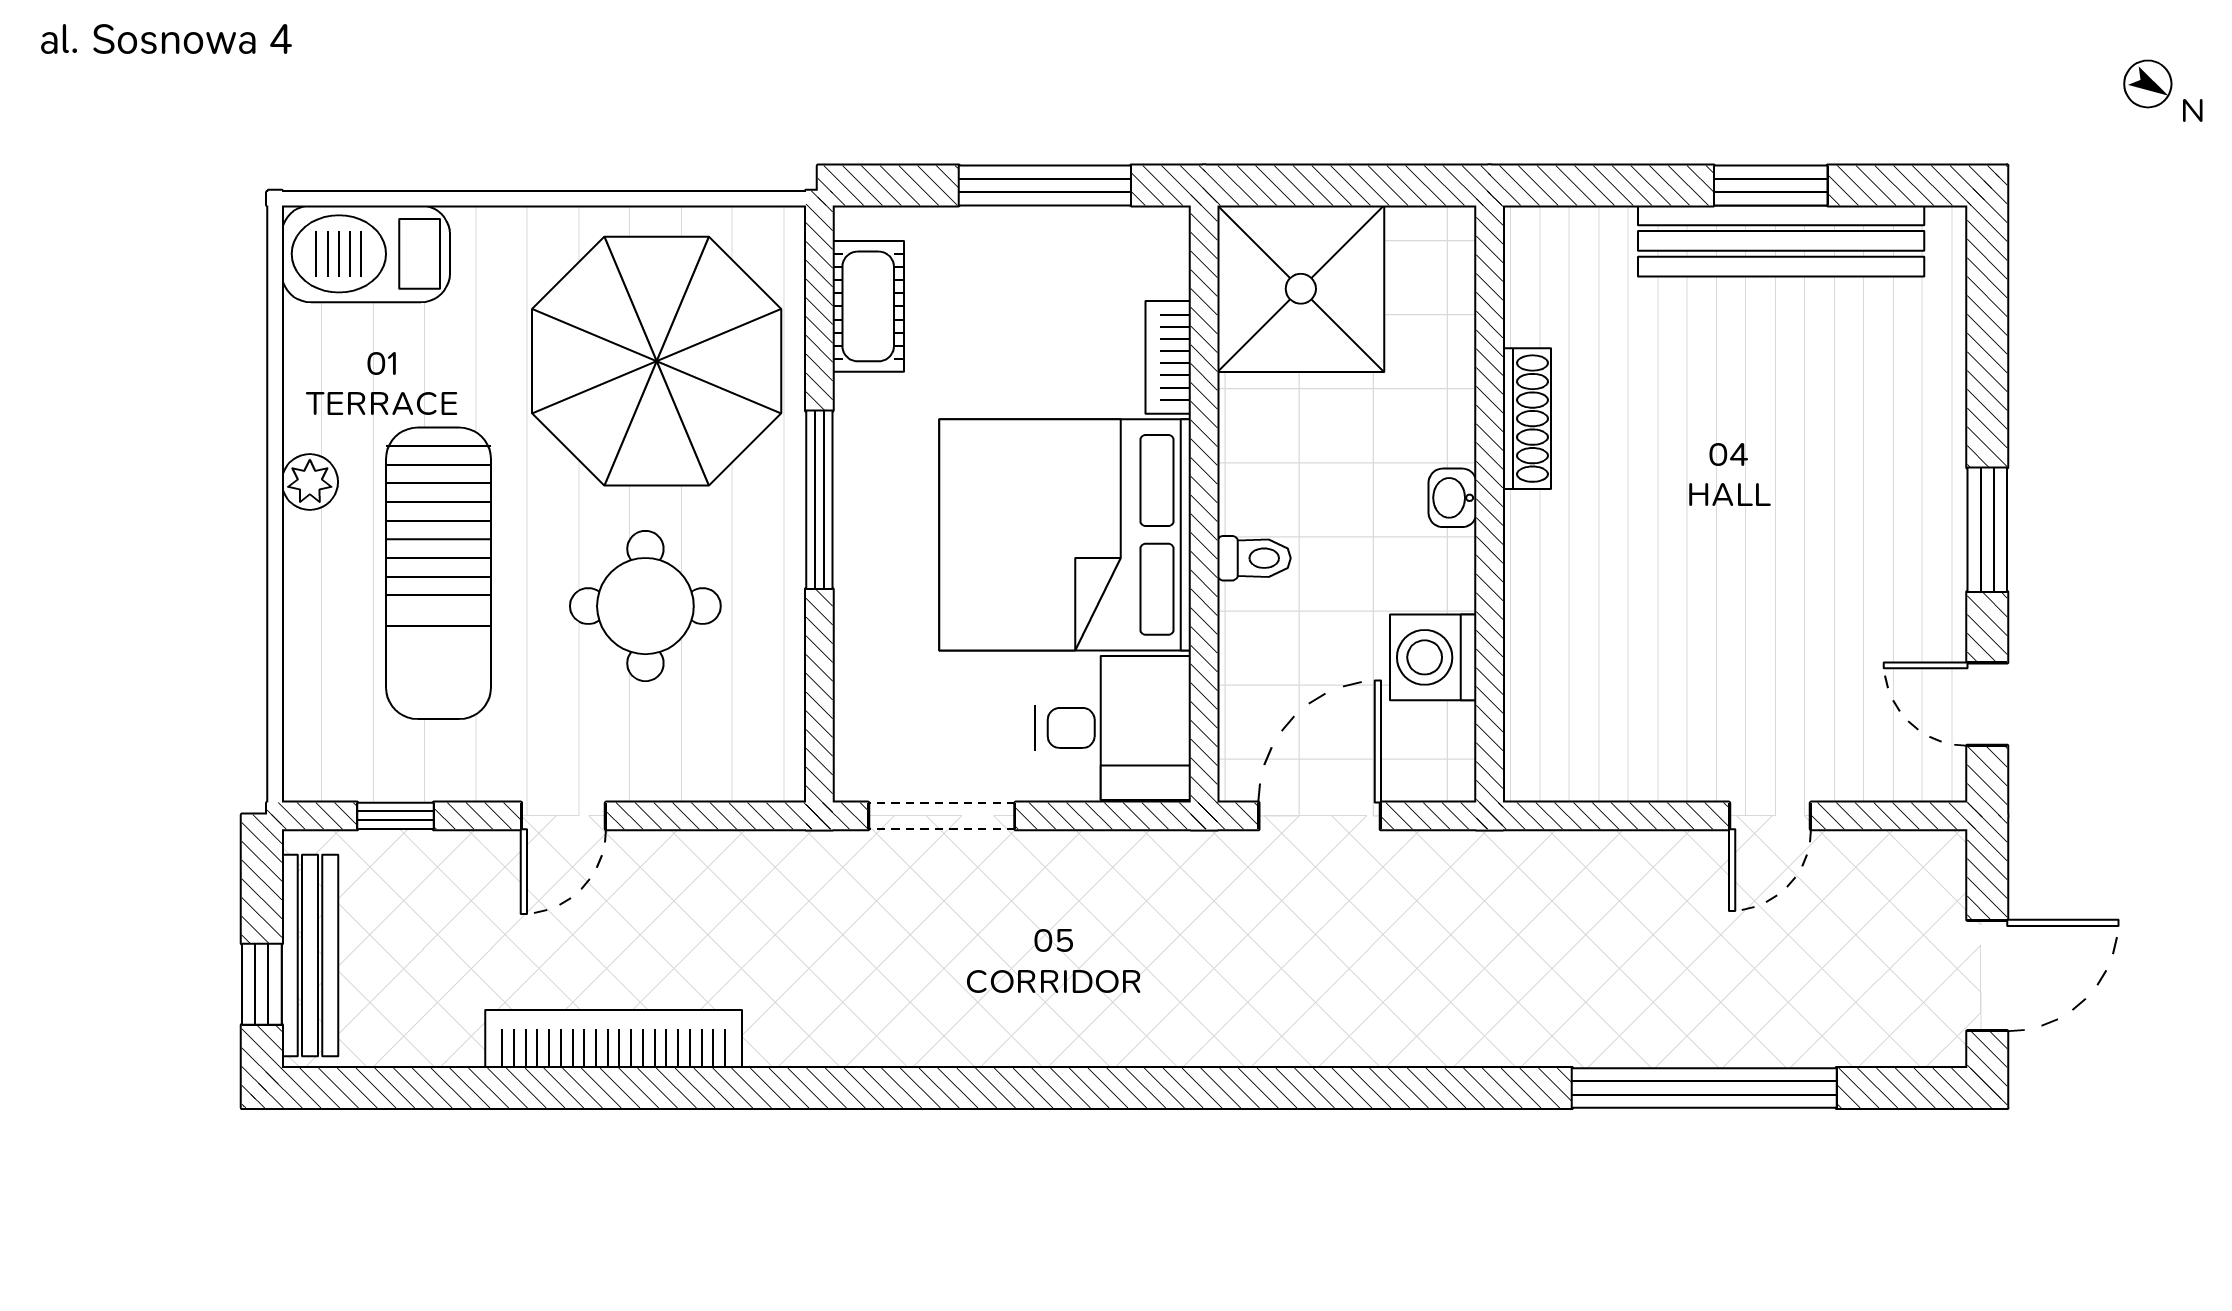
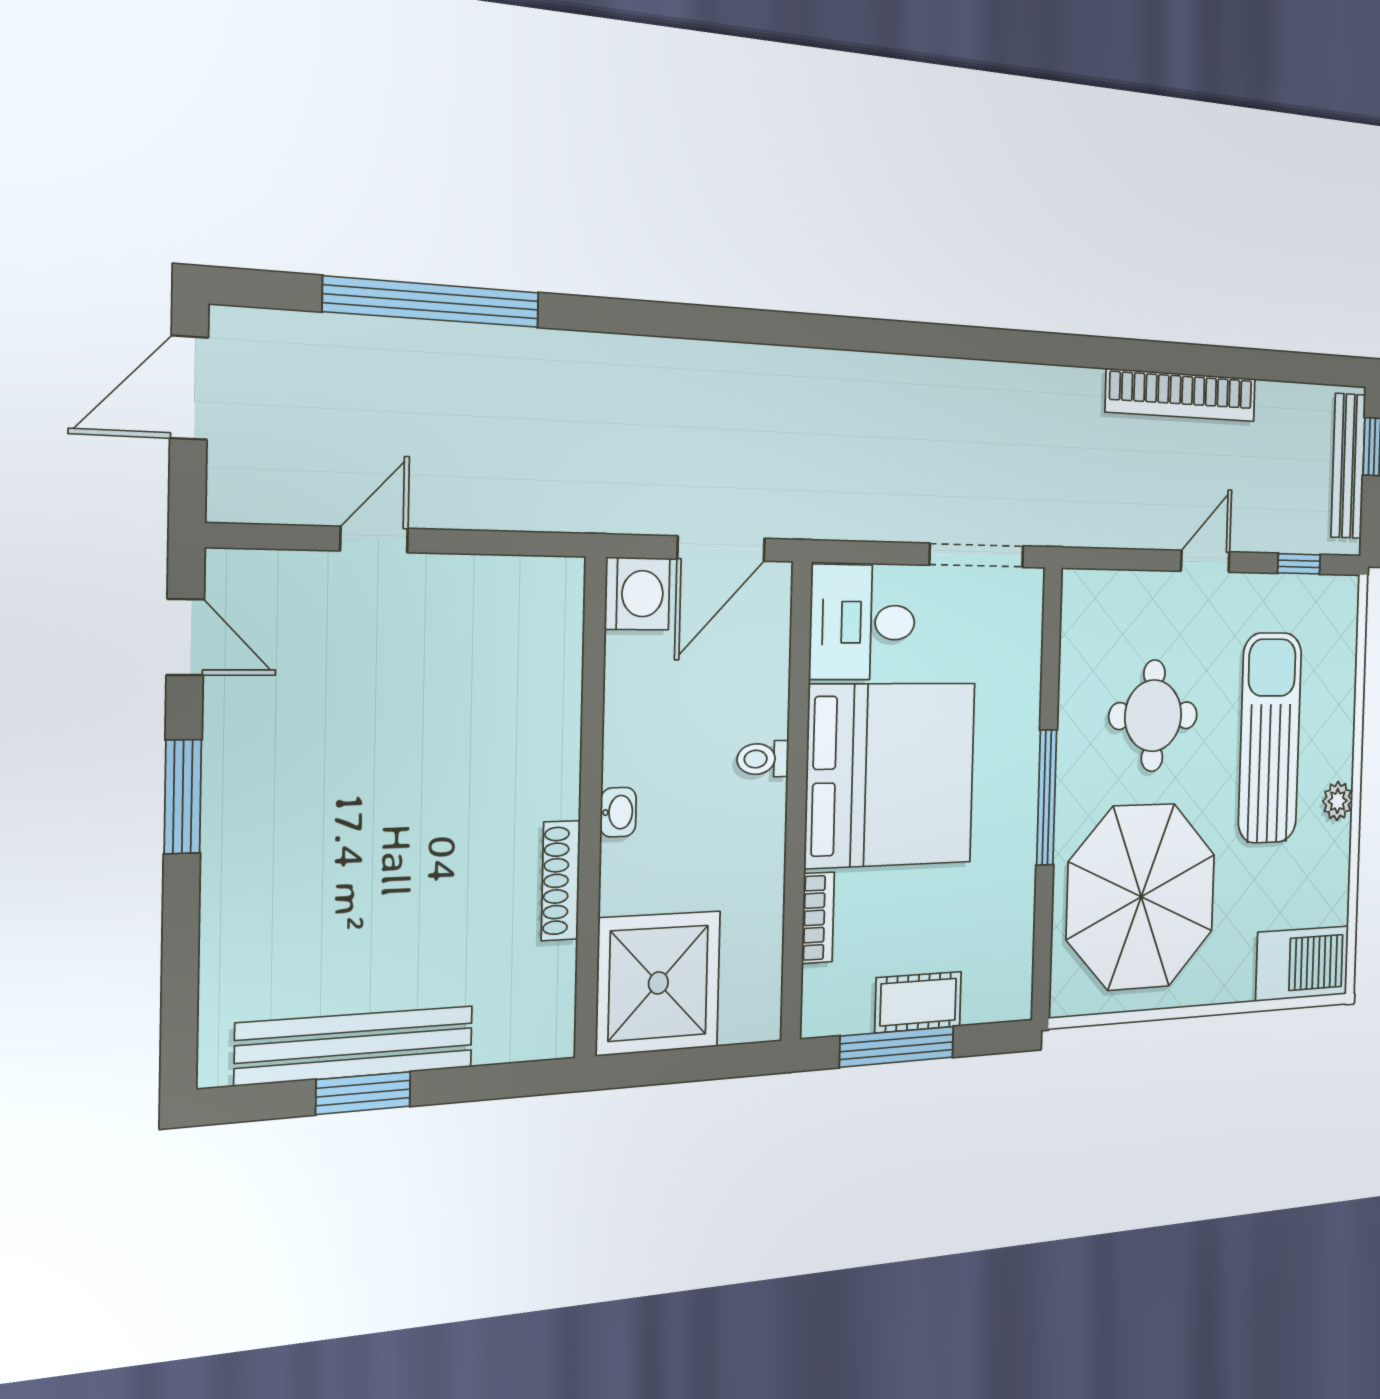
shower: (1301, 289) -> (658, 983), moved
cot: (868, 306) -> (918, 1002), moved, turned 90
washing machine: (1433, 657) -> (637, 594), moved

